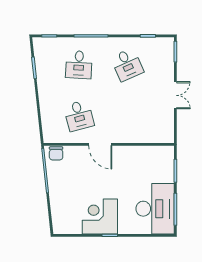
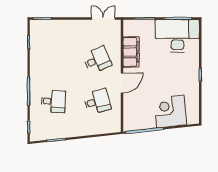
desk: (127, 65) -> (97, 60), moved
double door: (175, 95) -> (103, 18), moved
chair: (56, 153) -> (130, 121), removed
filing cabinet: (136, 155) -> (131, 52), added
corner desk: (100, 217) -> (170, 111), moved, turned 84

